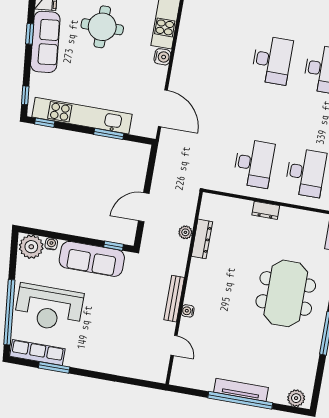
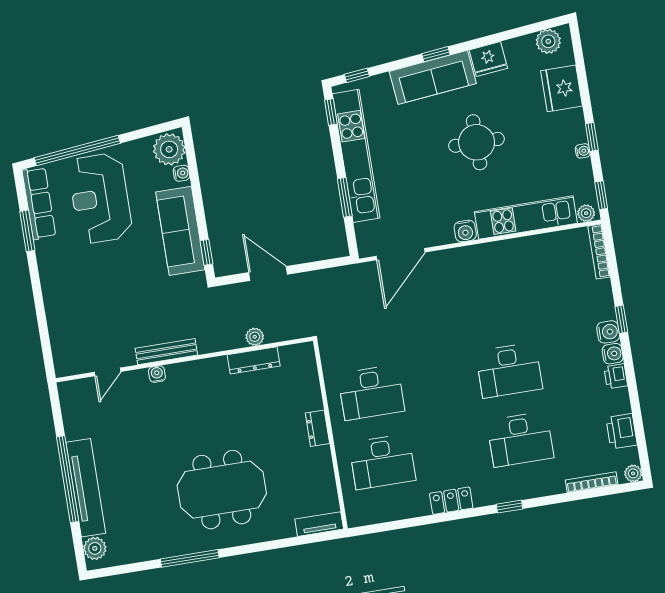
tv unit: (241, 390) -> (86, 488), width x1.36, depth x1.29

